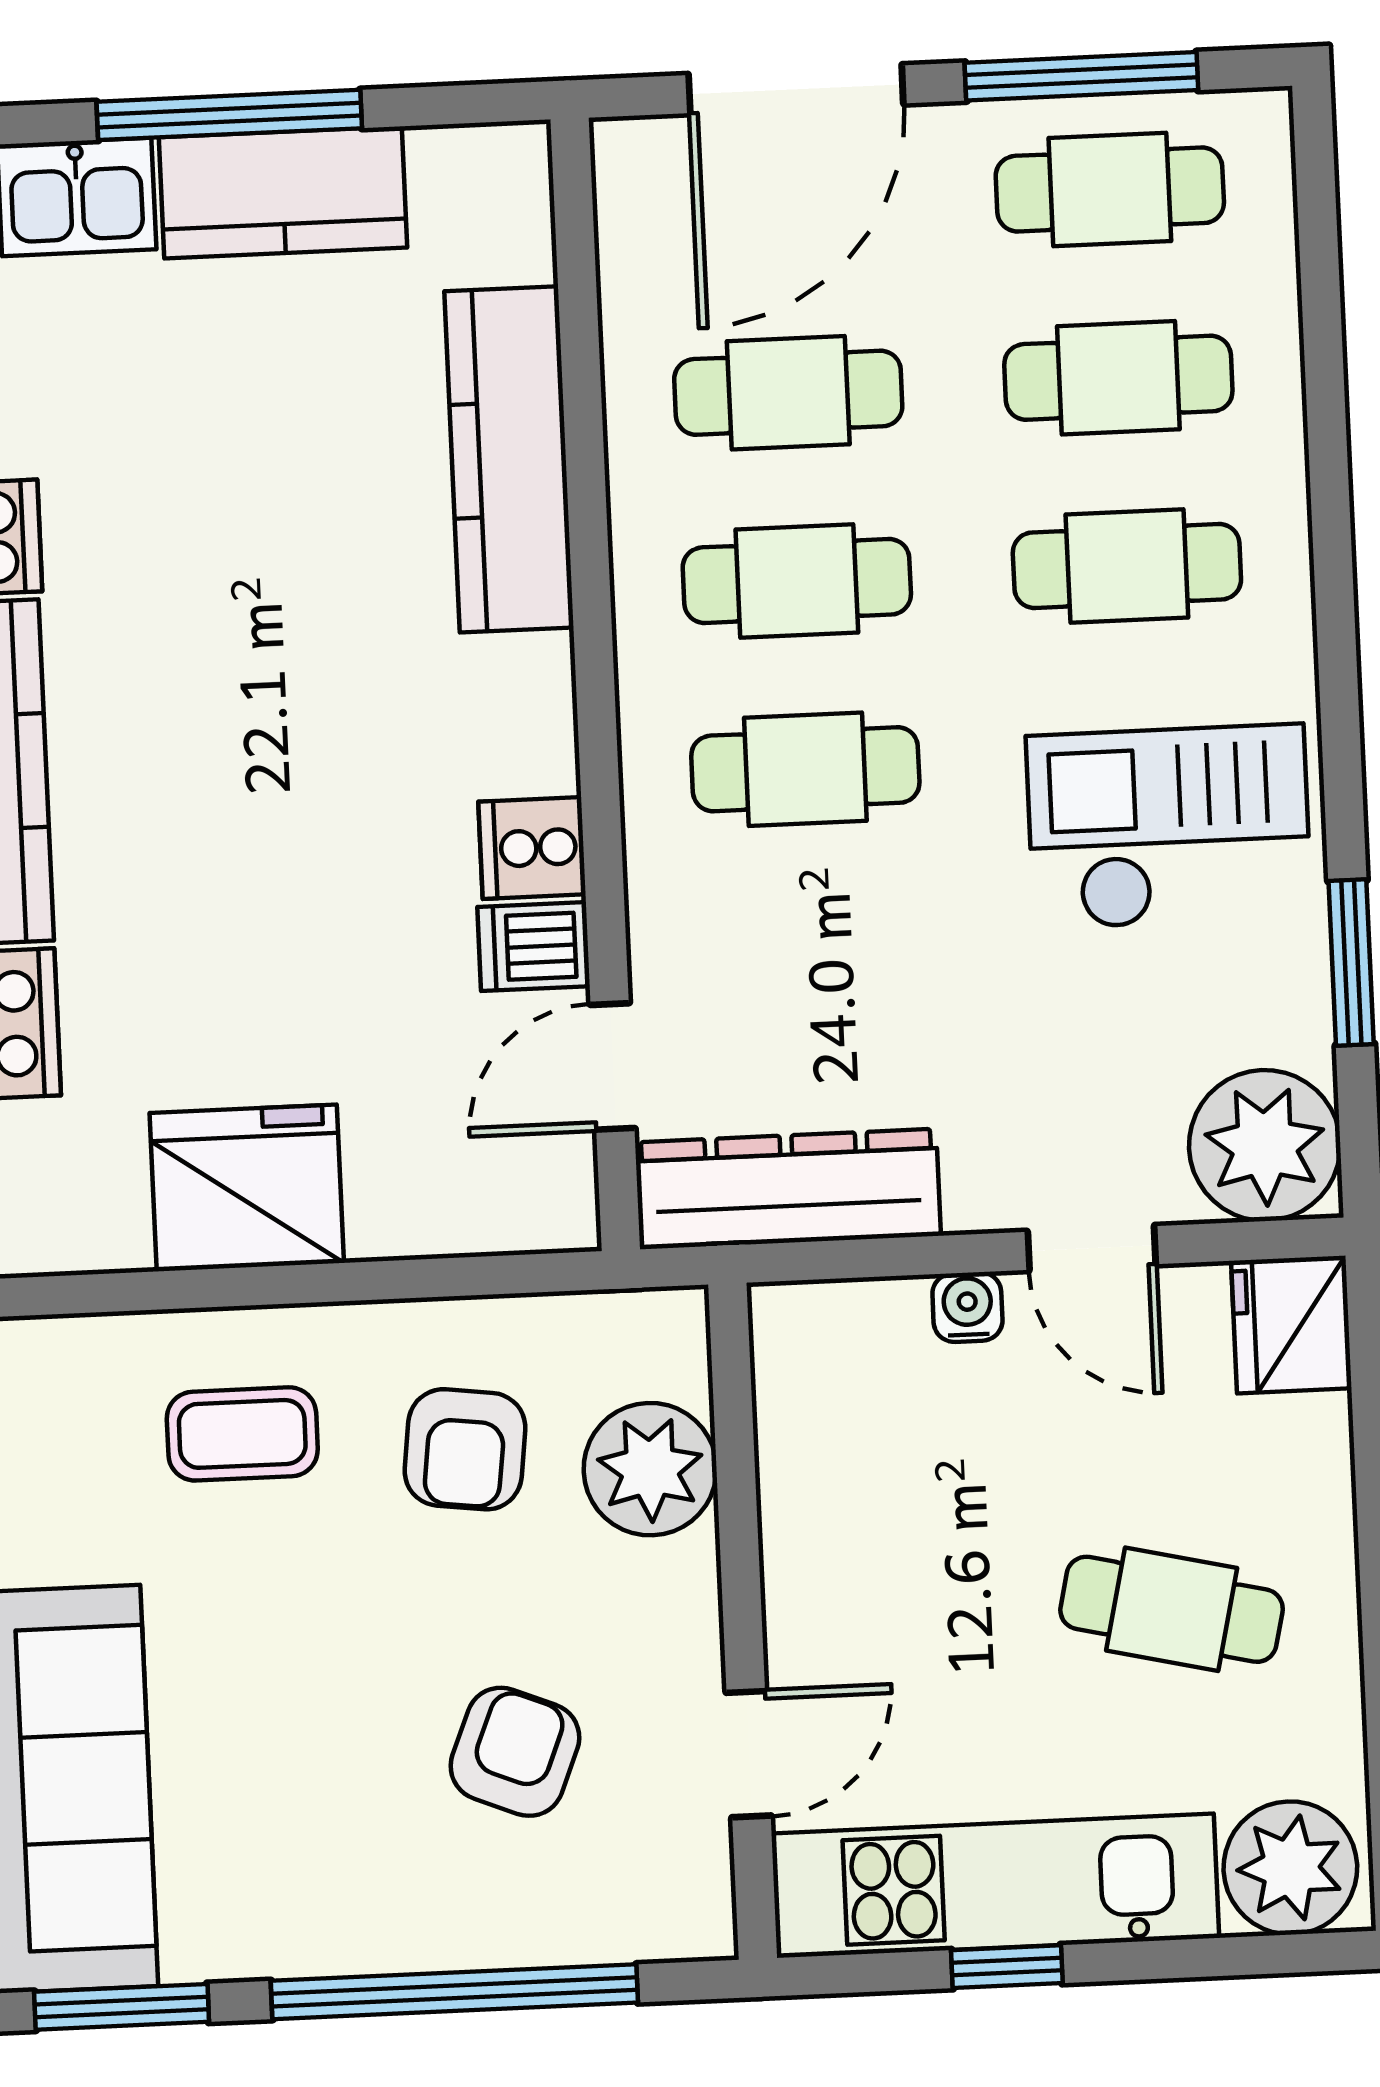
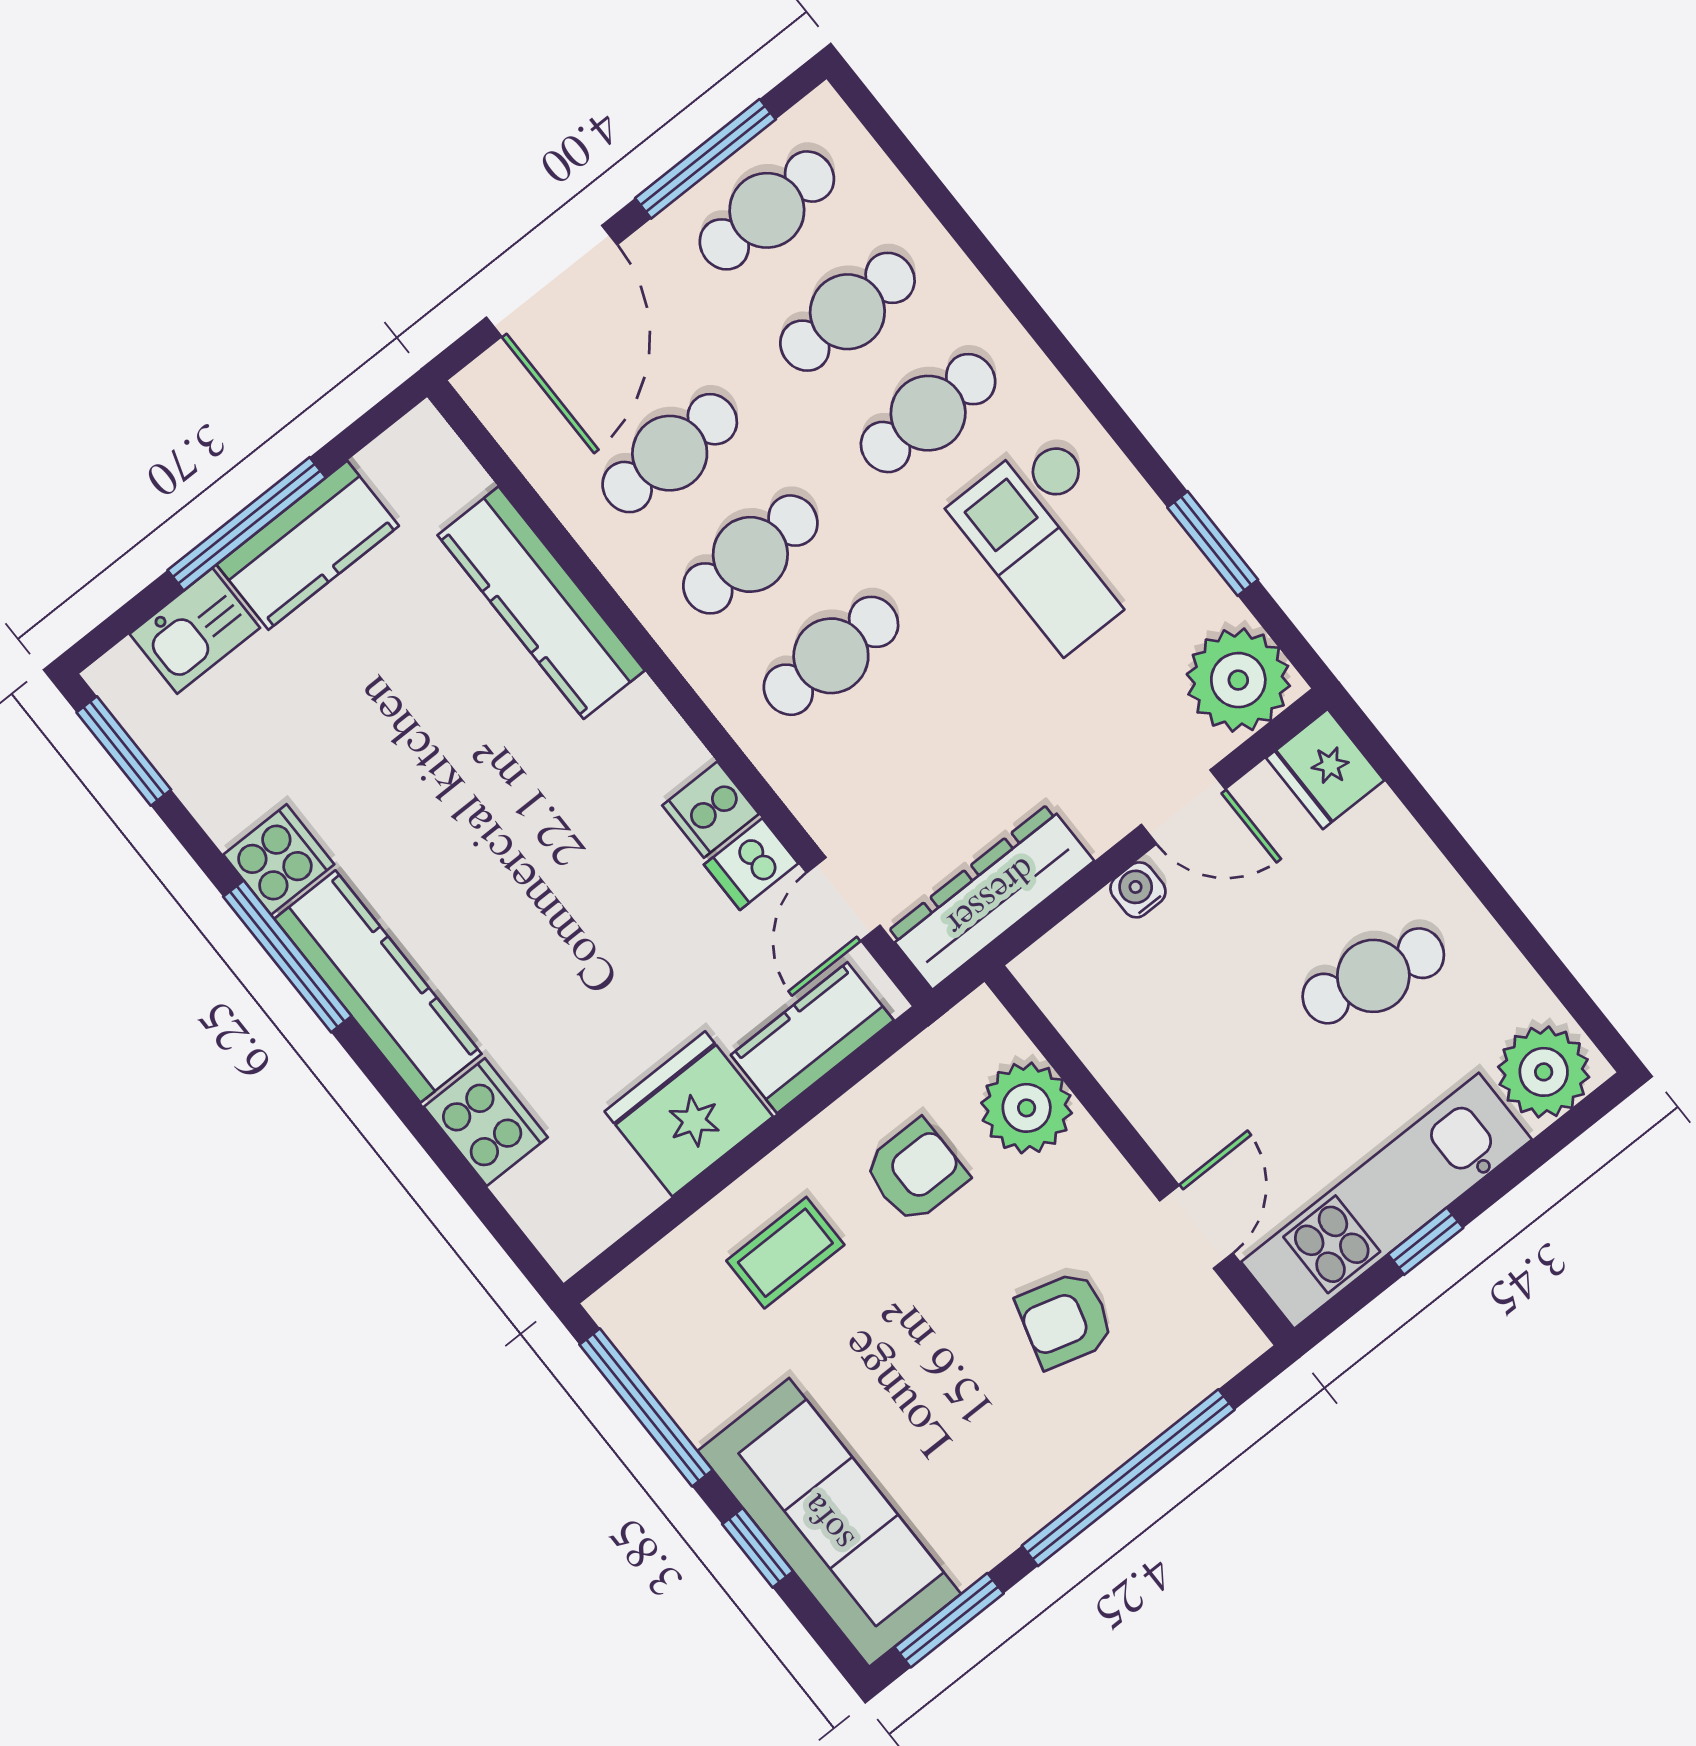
checkout: (1169, 827) -> (1057, 542), turned -90
kitchen counter: (457, 1203) -> (812, 1038), added
armchair: (465, 1449) -> (916, 1171), turned -97
armchair: (515, 1752) -> (1065, 1320), turned -96

